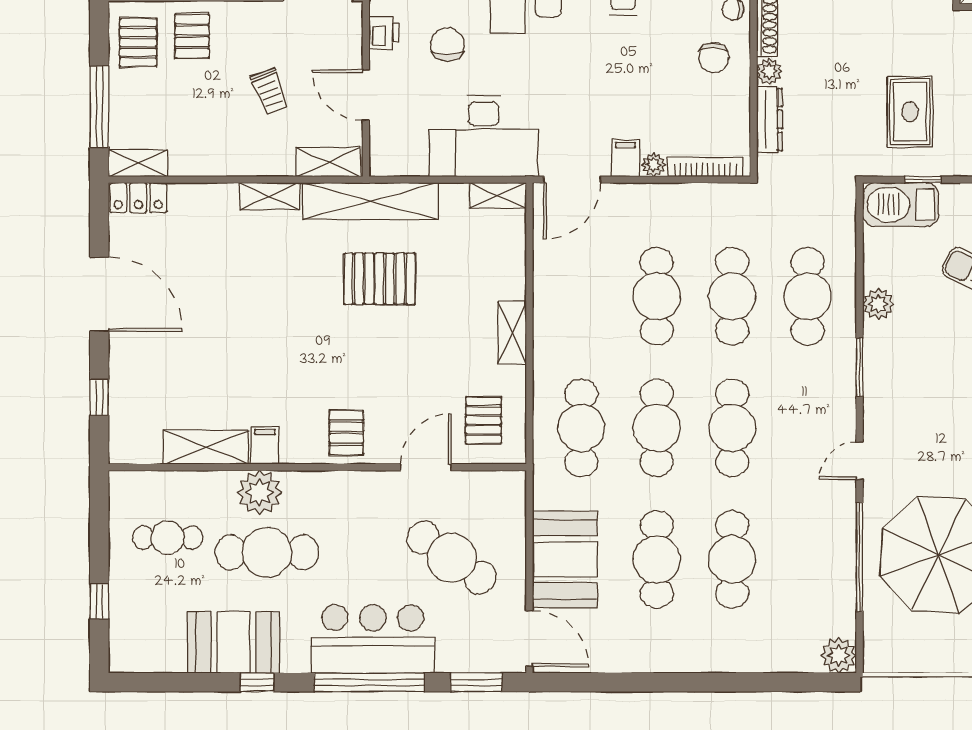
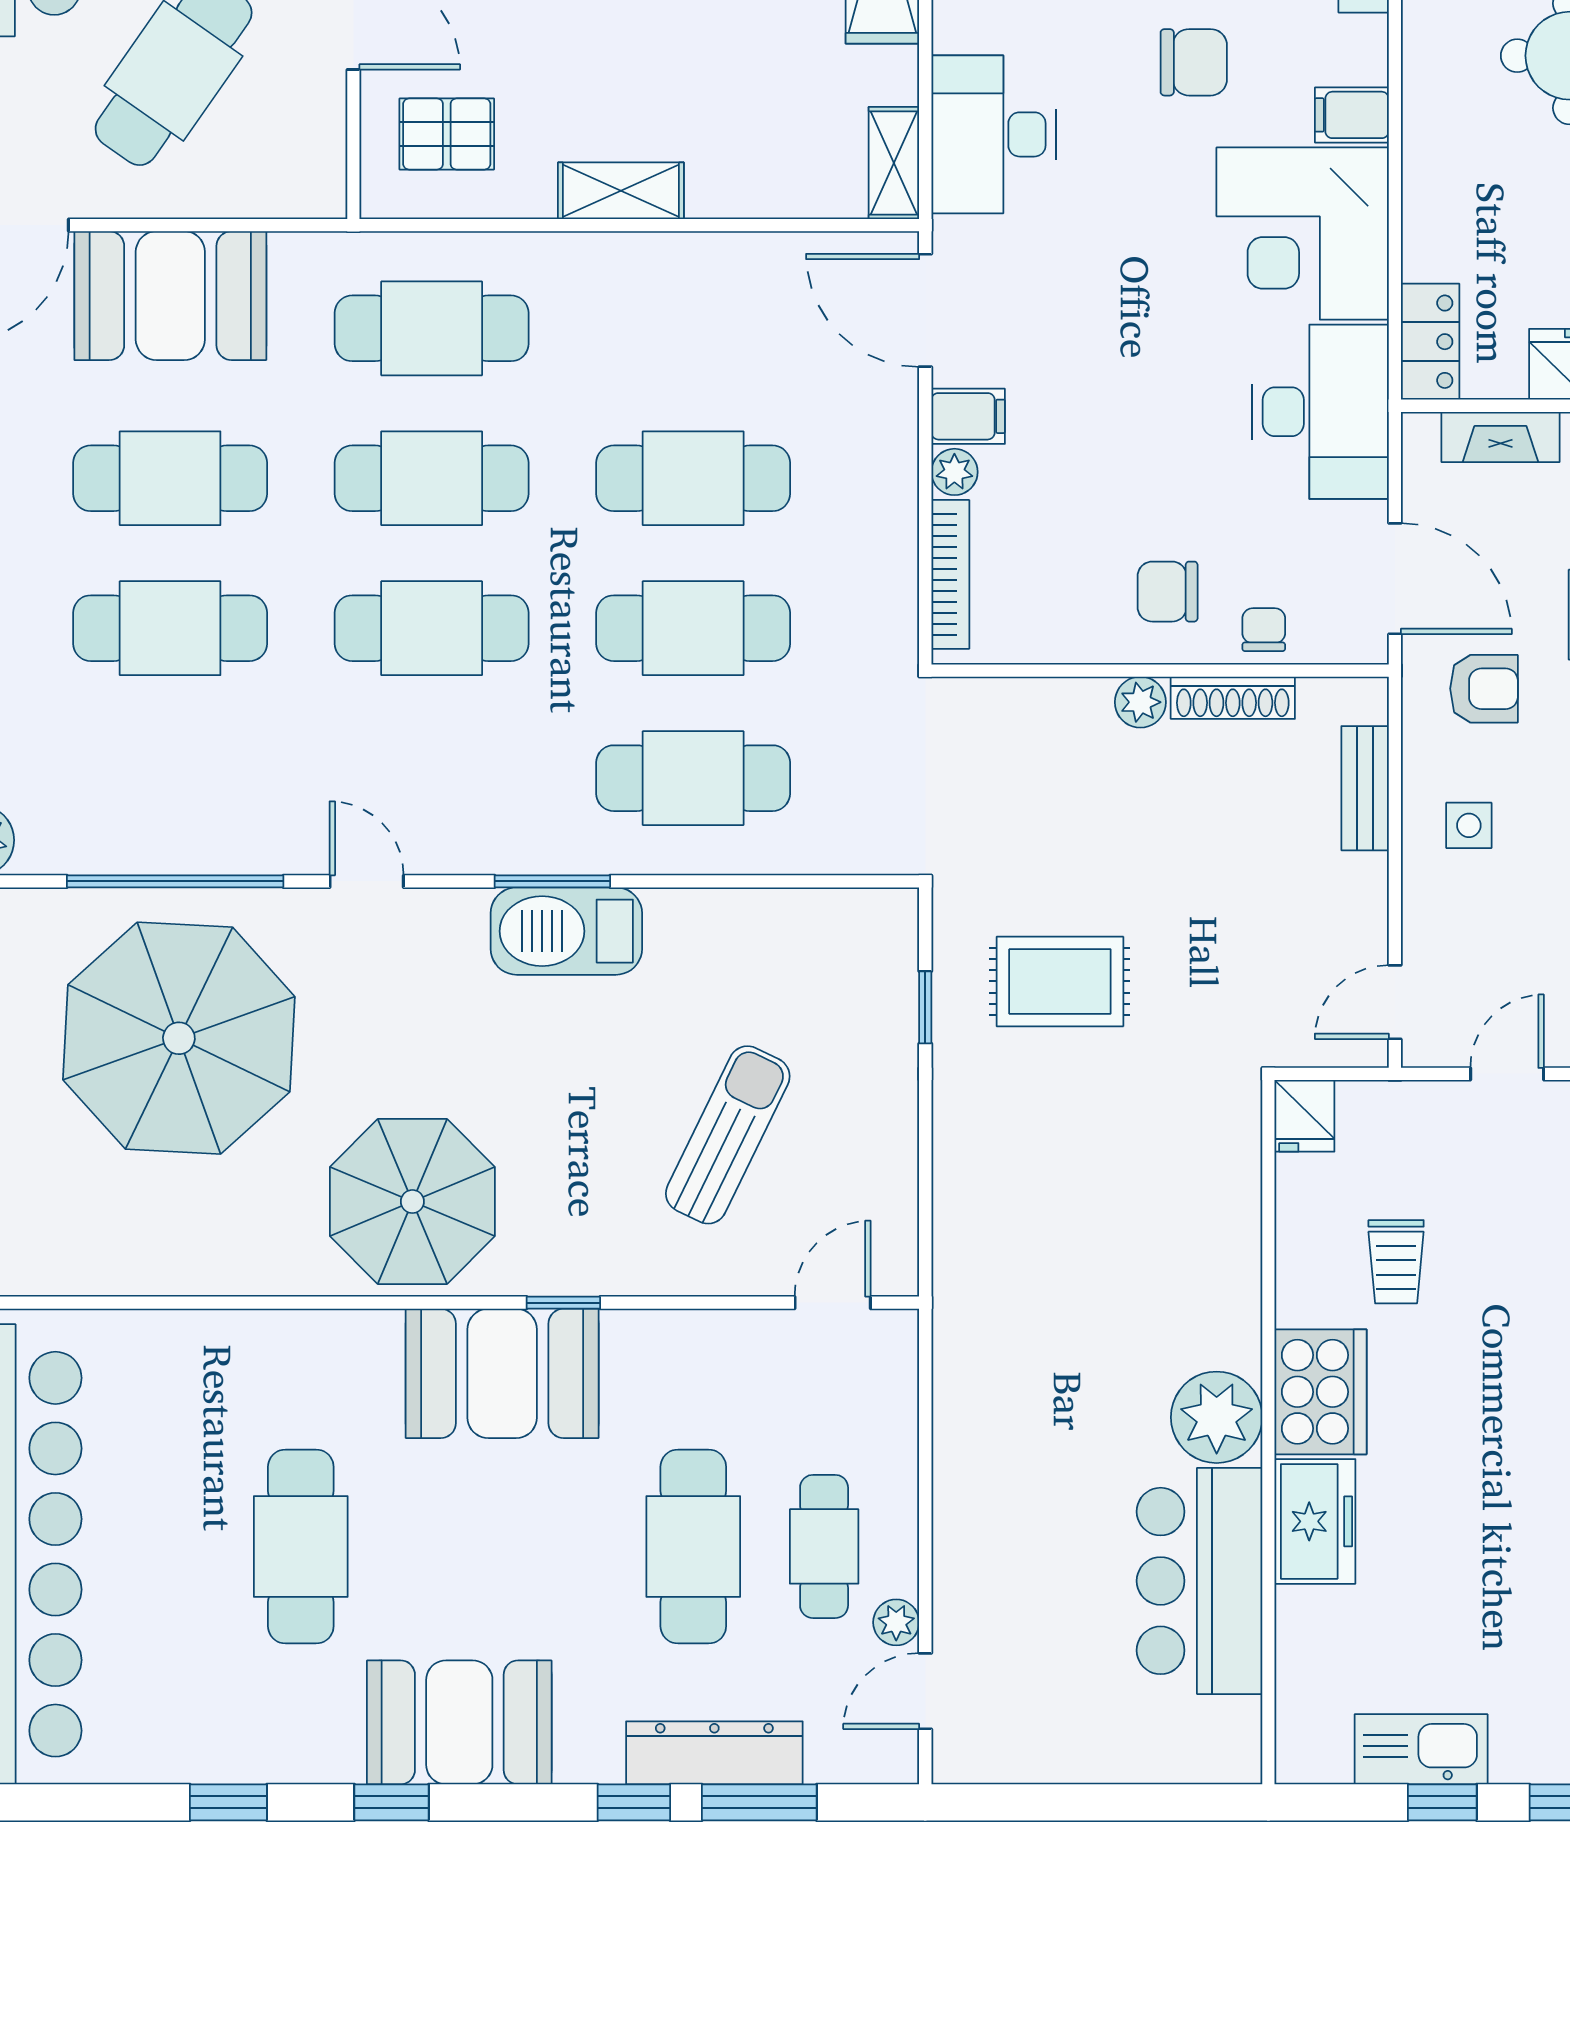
dresser: (769, 119) -> (1045, 702), removed
desk: (484, 136) -> (993, 134), width x0.73, depth x0.77
barbecue: (901, 205) -> (566, 931), moved, turned -90
plant: (878, 304) -> (678, 918), removed

